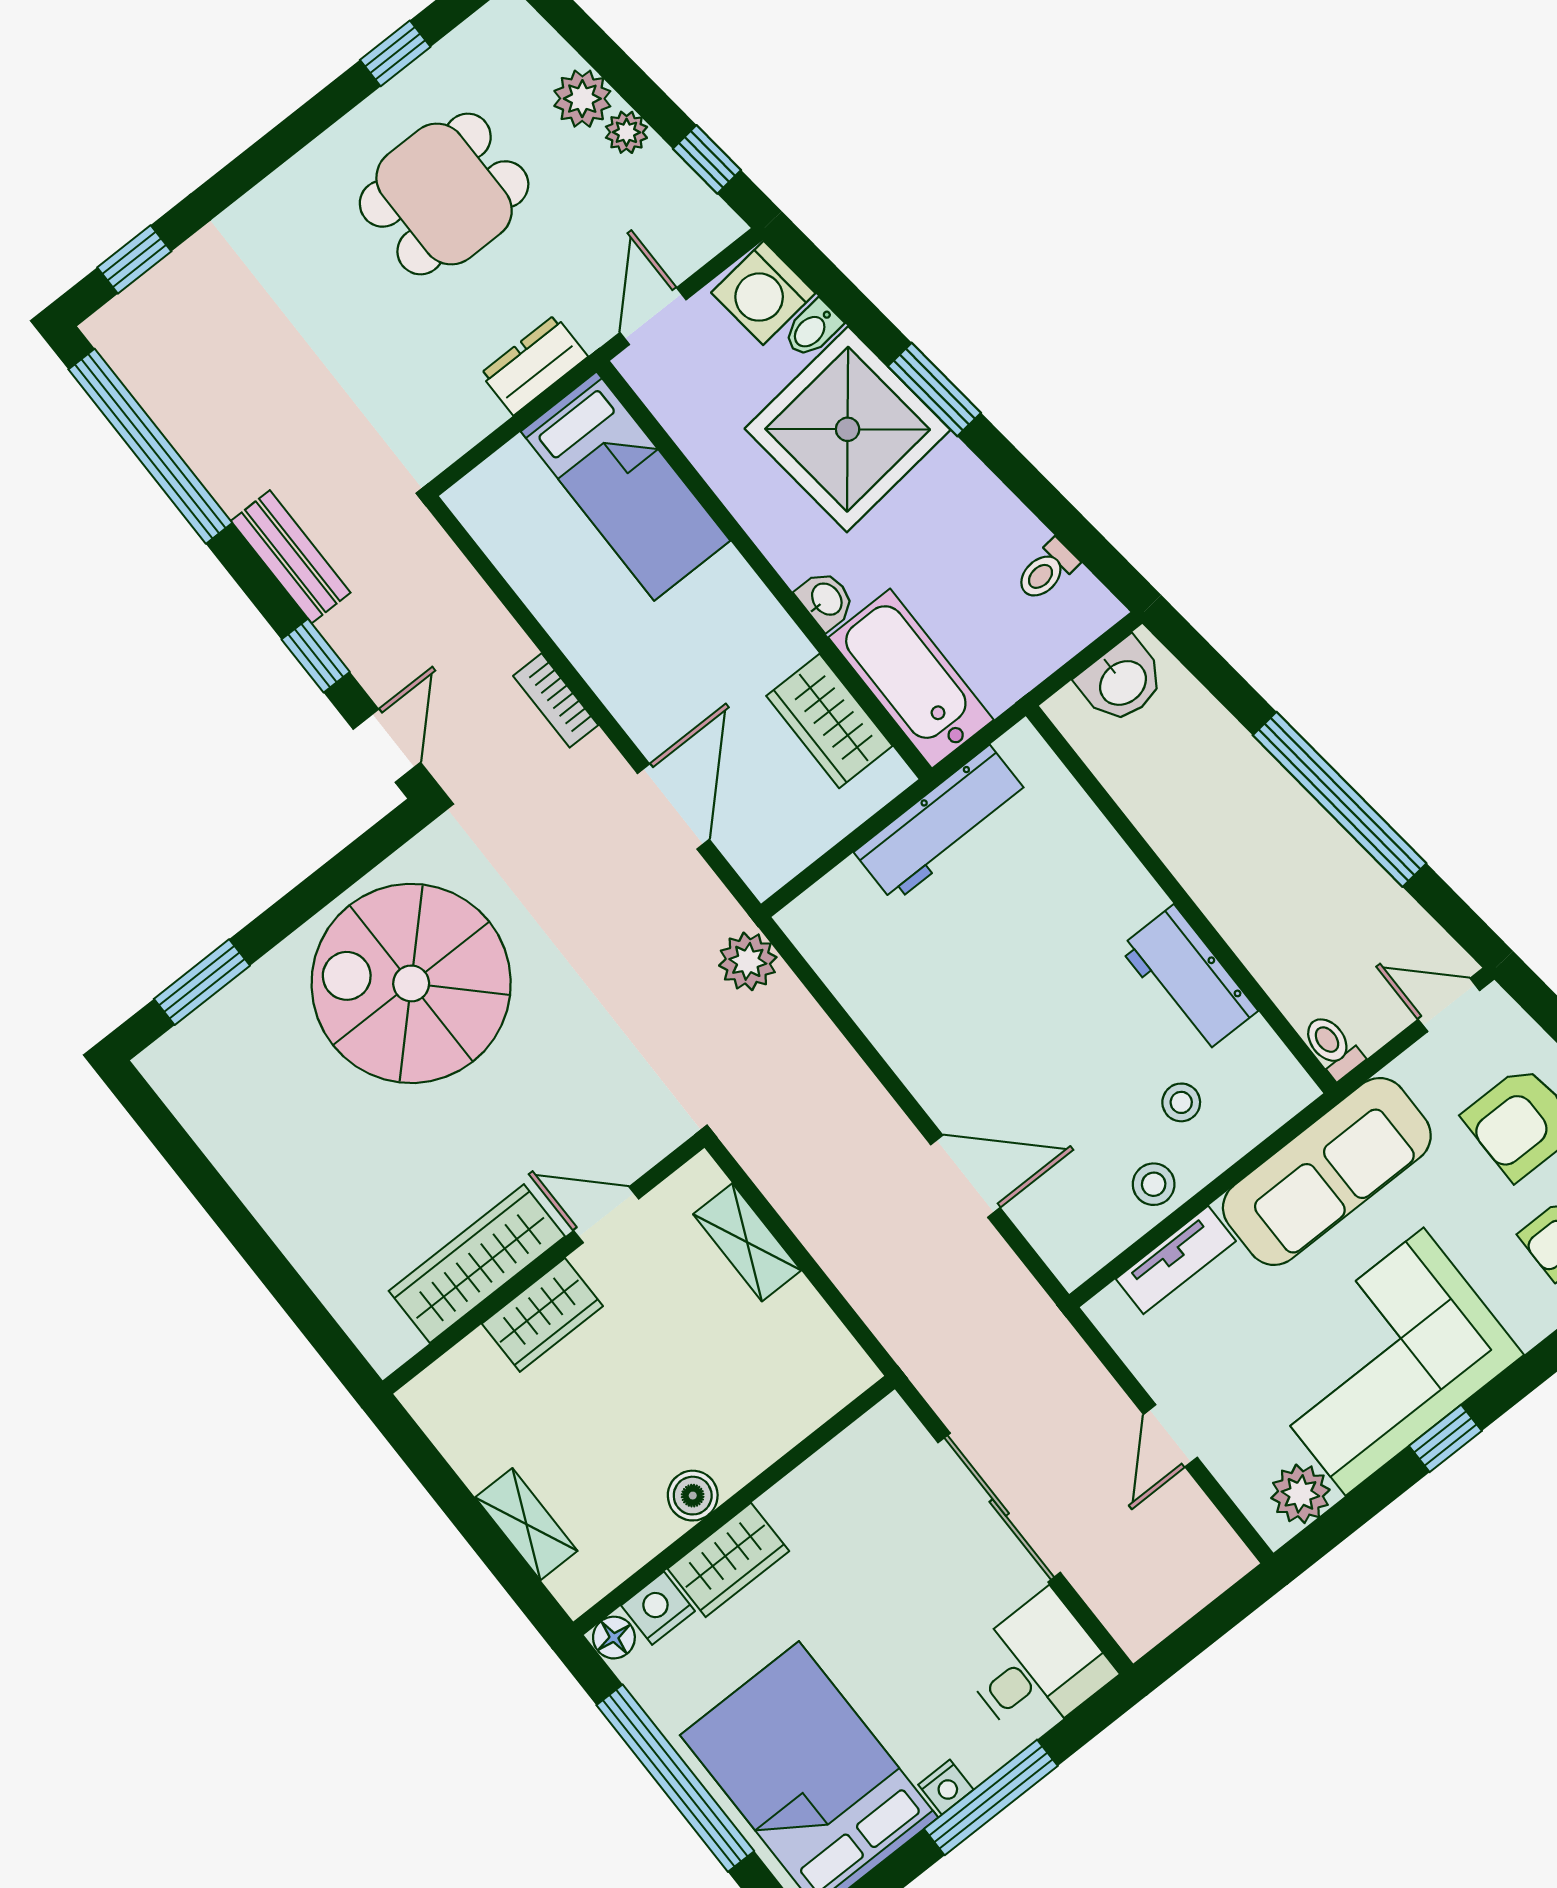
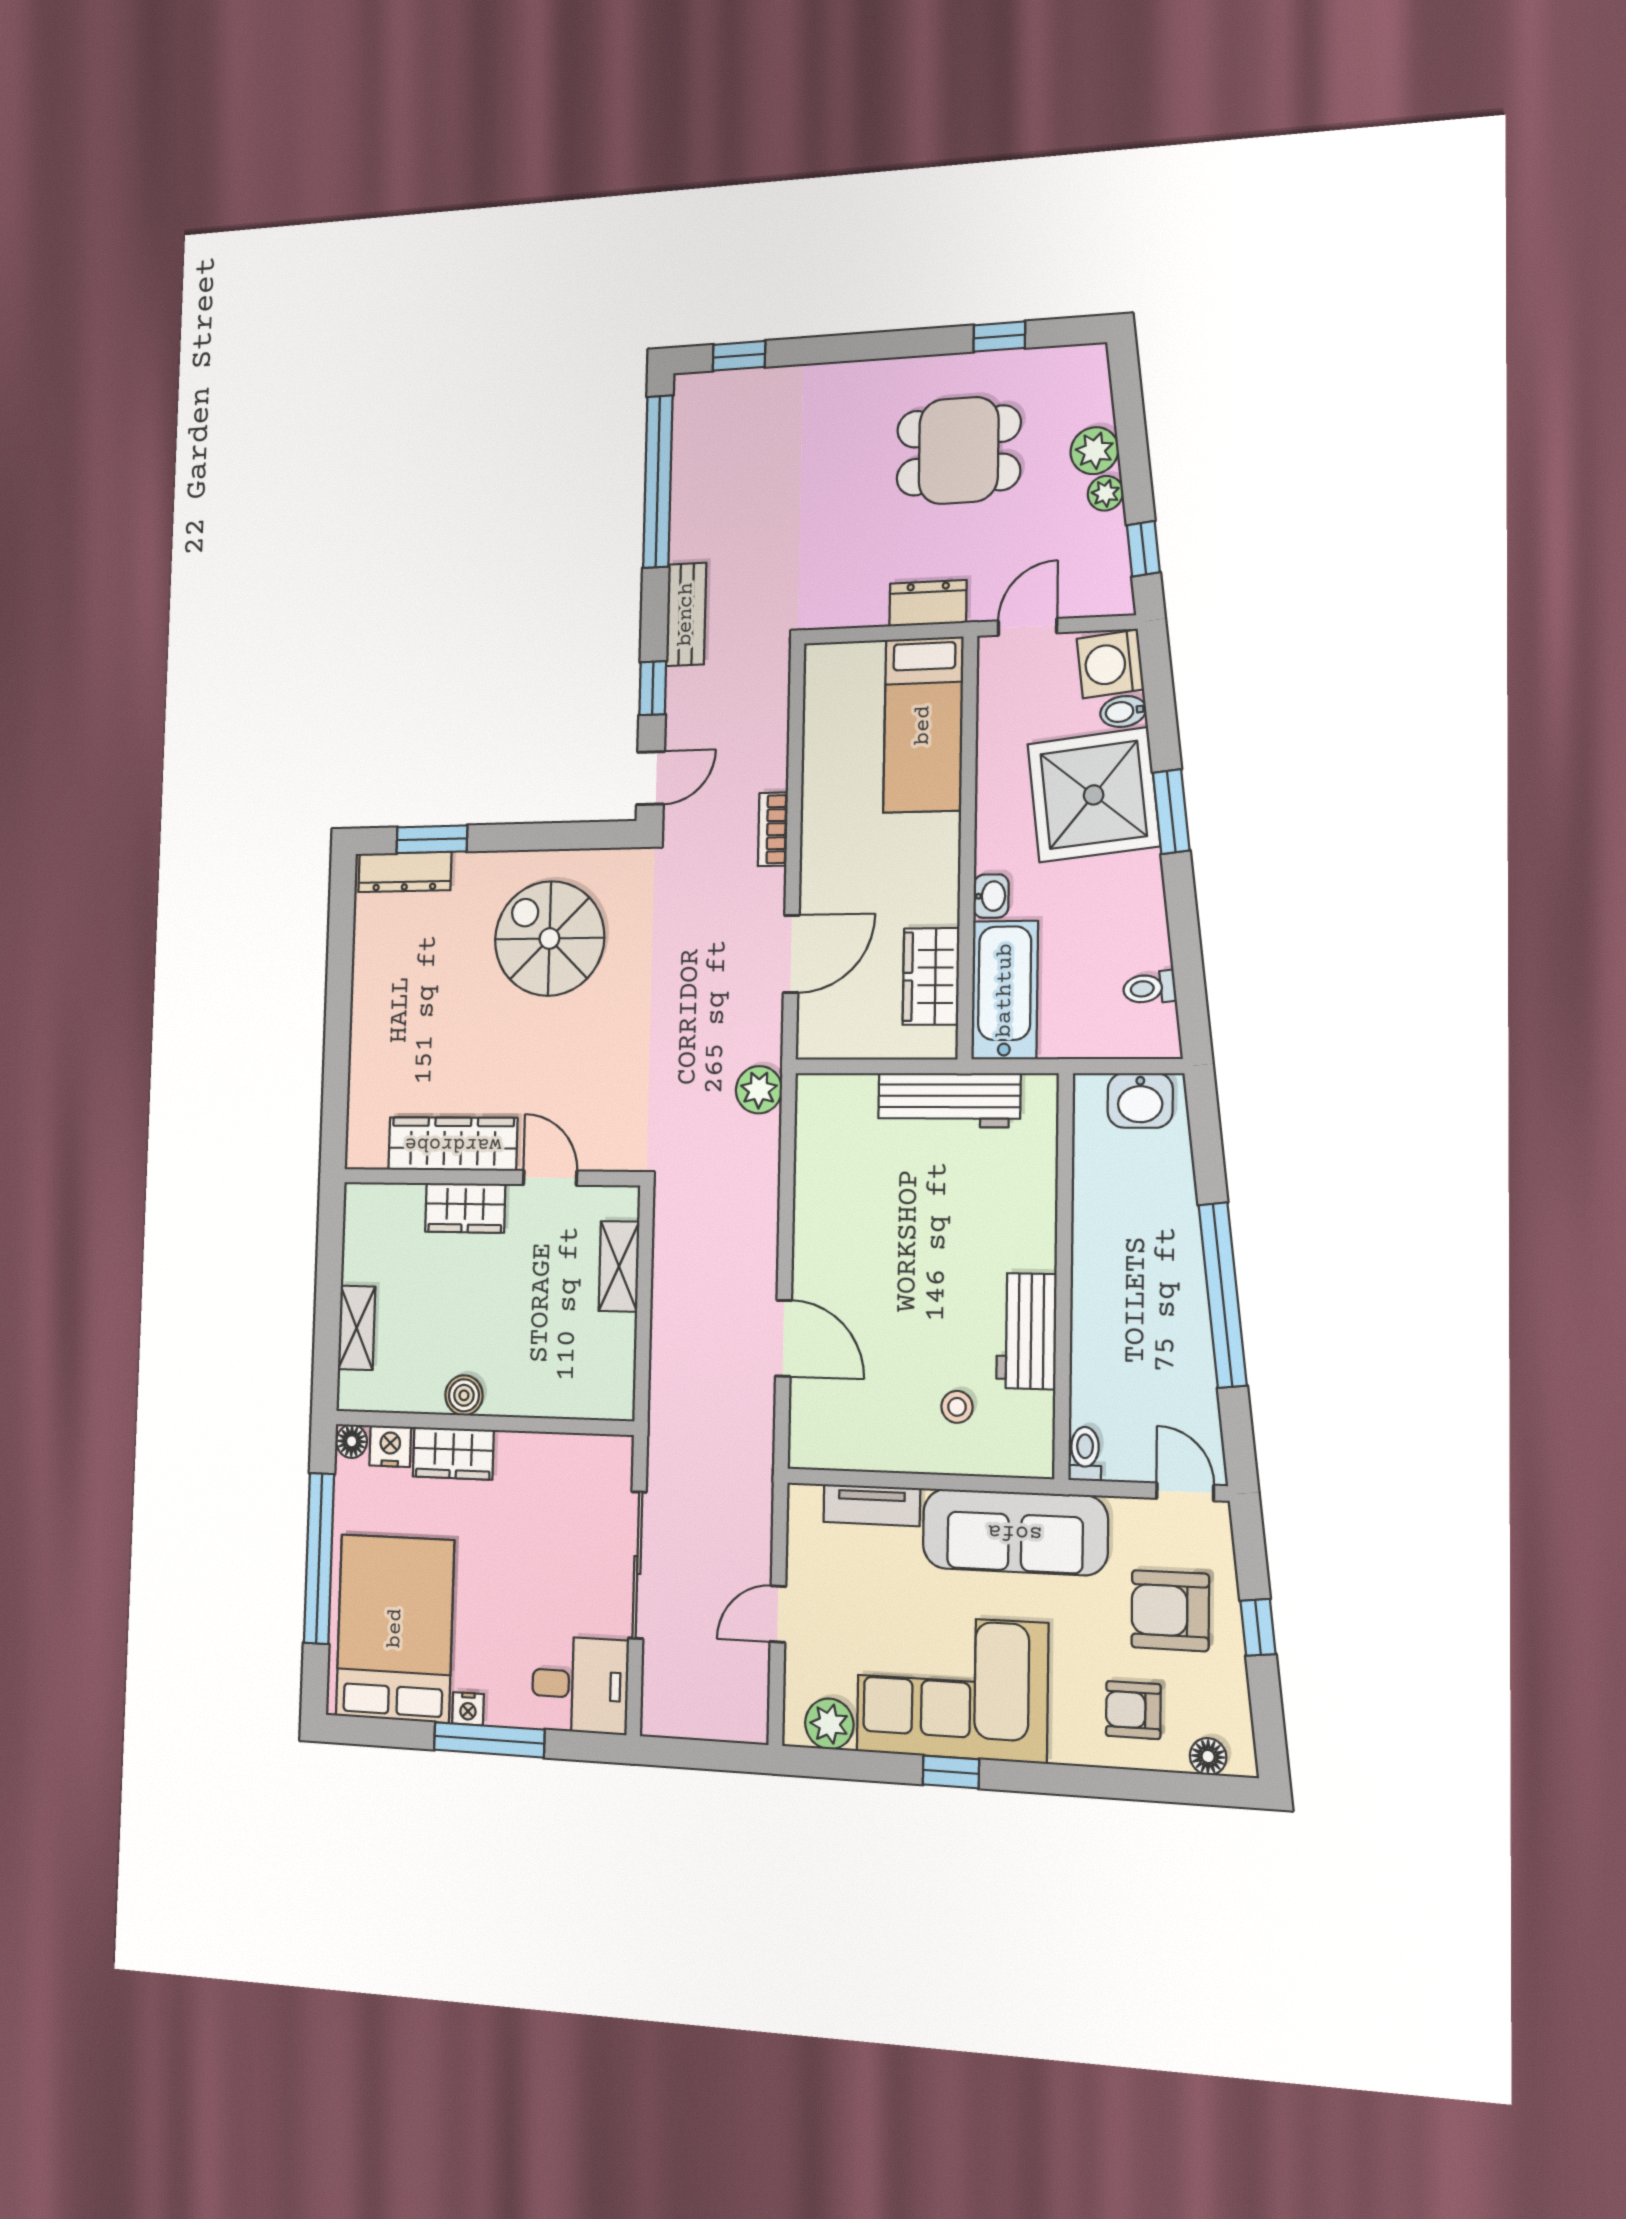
spiral stairs: (411, 983) -> (549, 939), width x0.73, depth x0.73
dresser: (199, 1037) -> (405, 872), added
stool: (1154, 1184) -> (897, 1444), removed

